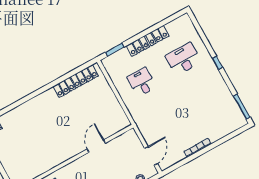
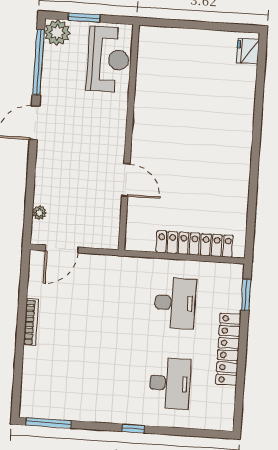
locker: (76, 81) -> (195, 244), moved, turned 90
desk: (142, 82) -> (175, 303), width x1.37
door: (151, 156) -> (62, 249), hinge flipped

